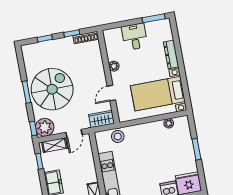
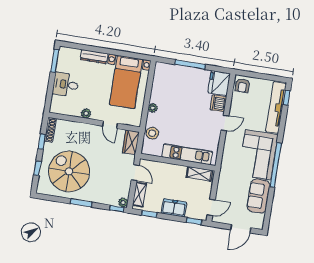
spiral stairs: (52, 89) -> (69, 171), moved
plant: (169, 123) -> (153, 108), moved
plant: (45, 127) -> (123, 202), width x0.53, depth x0.53
window: (196, 149) -> (190, 64), width x1.44

